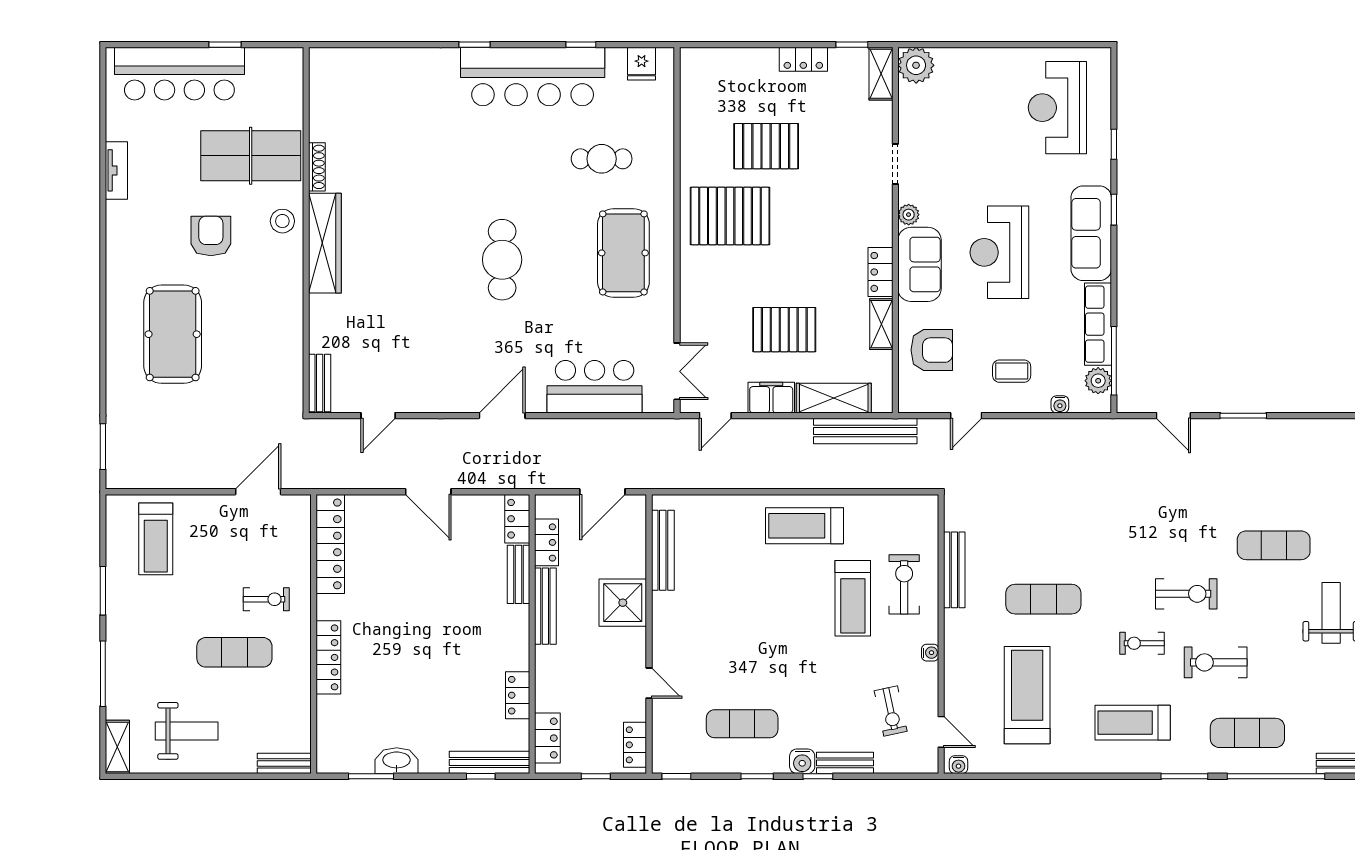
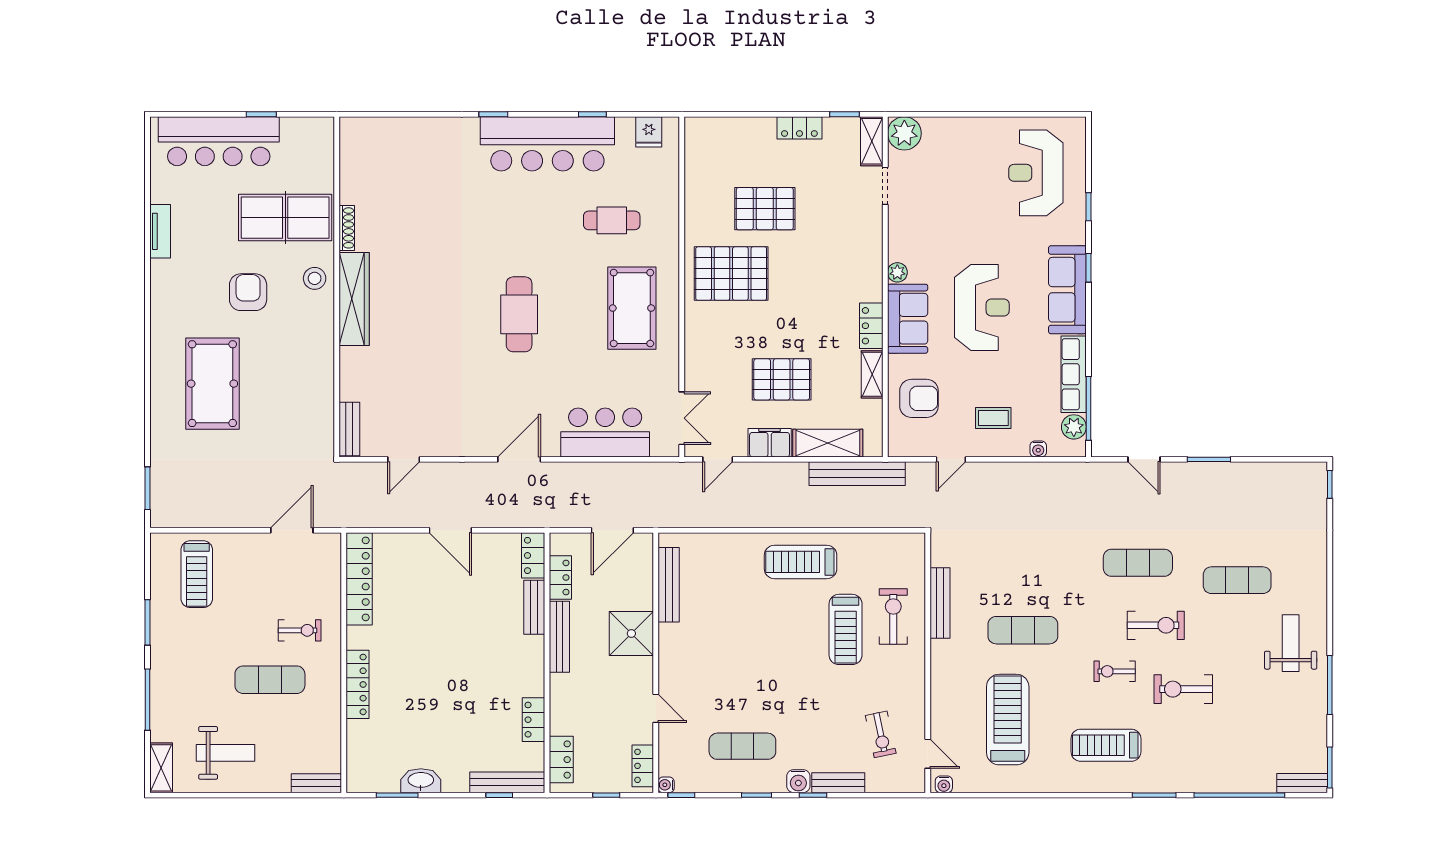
doorway: (895, 164) -> (885, 186), moved
reception desk: (999, 252) -> (982, 307), turned 180
water cooler: (930, 653) -> (666, 785), moved, turned 180
exercise mat: (1247, 733) -> (1138, 563), moved

